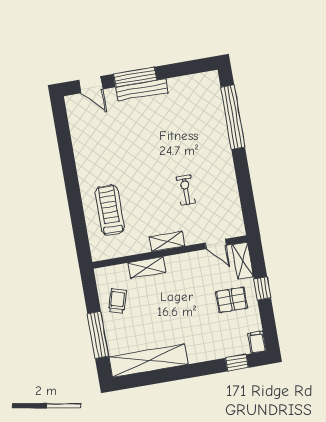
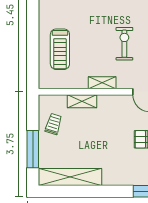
exercise bike: (186, 190) -> (124, 44), width x1.38, depth x1.39
treadmill: (110, 210) -> (60, 49), turned 180

